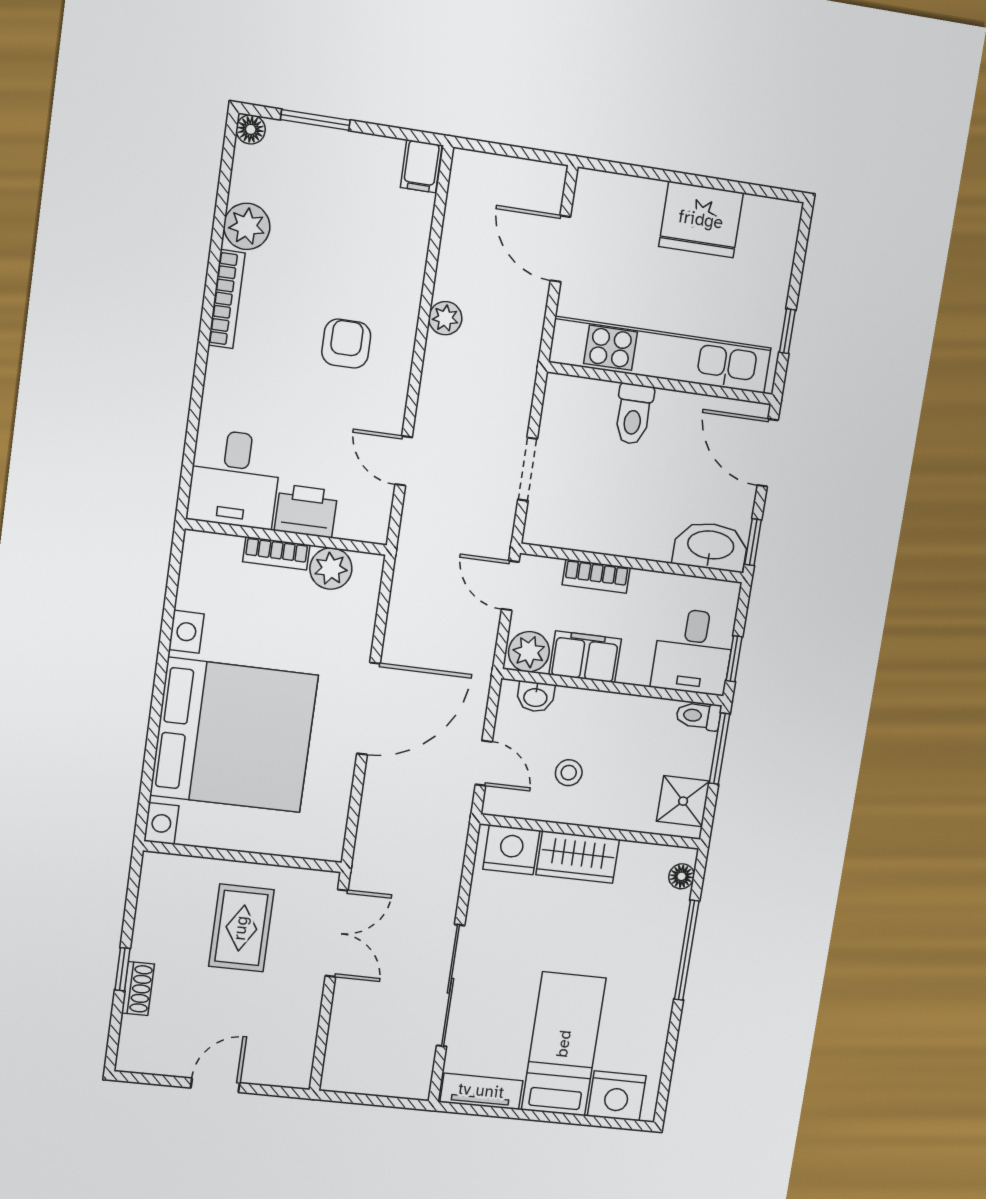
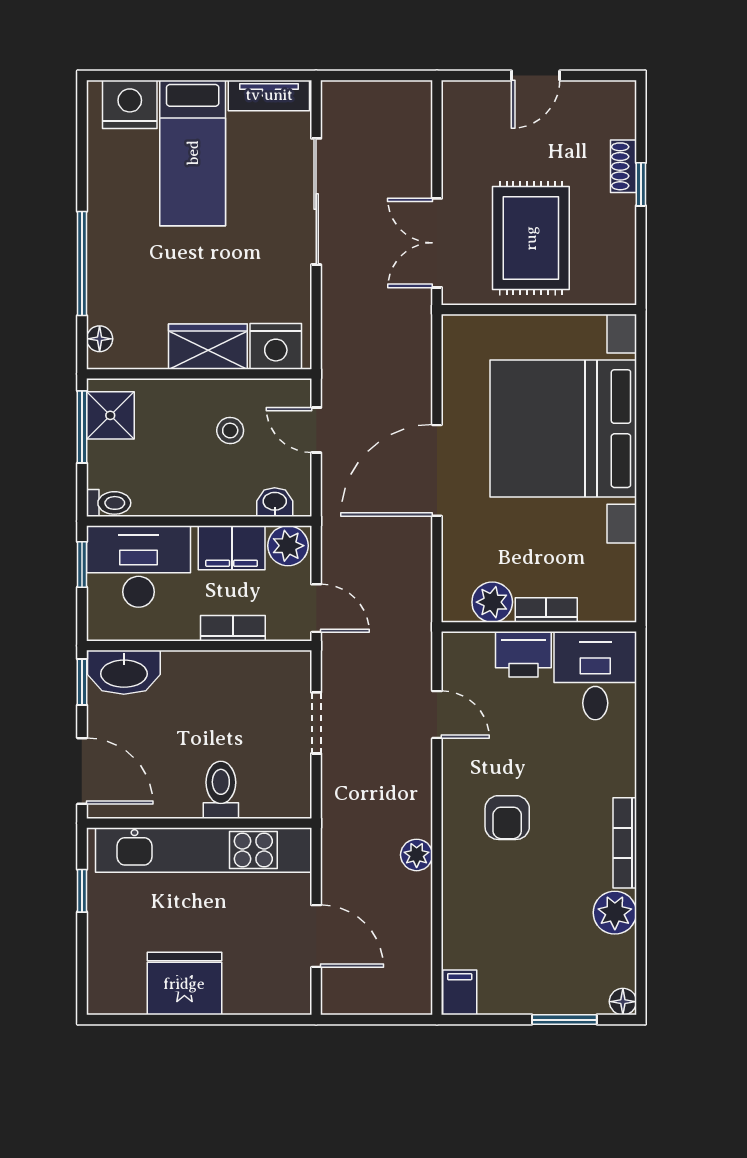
desk: (693, 652) -> (139, 566), width x1.37
window: (719, 749) -> (82, 427), moved
rug: (241, 928) -> (531, 238), width x1.36, depth x1.43

